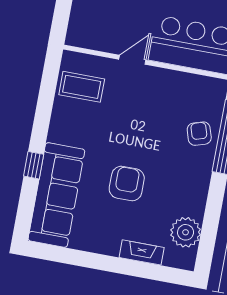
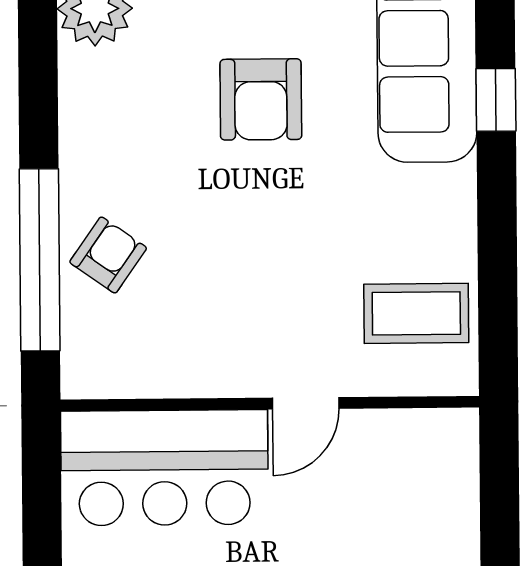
armchair: (199, 134) -> (108, 255), turned -128

